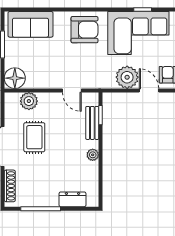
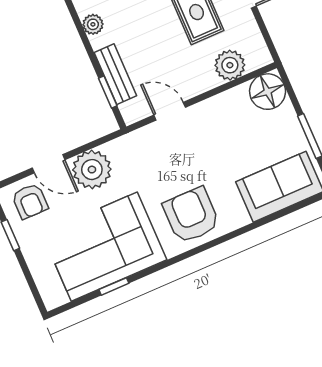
armchair: (84, 30) -> (191, 215), turned 90

